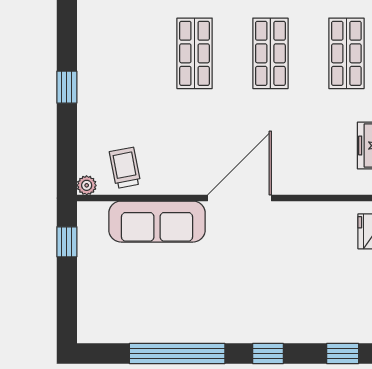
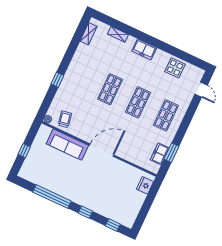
window: (67, 242) -> (24, 151), moved

